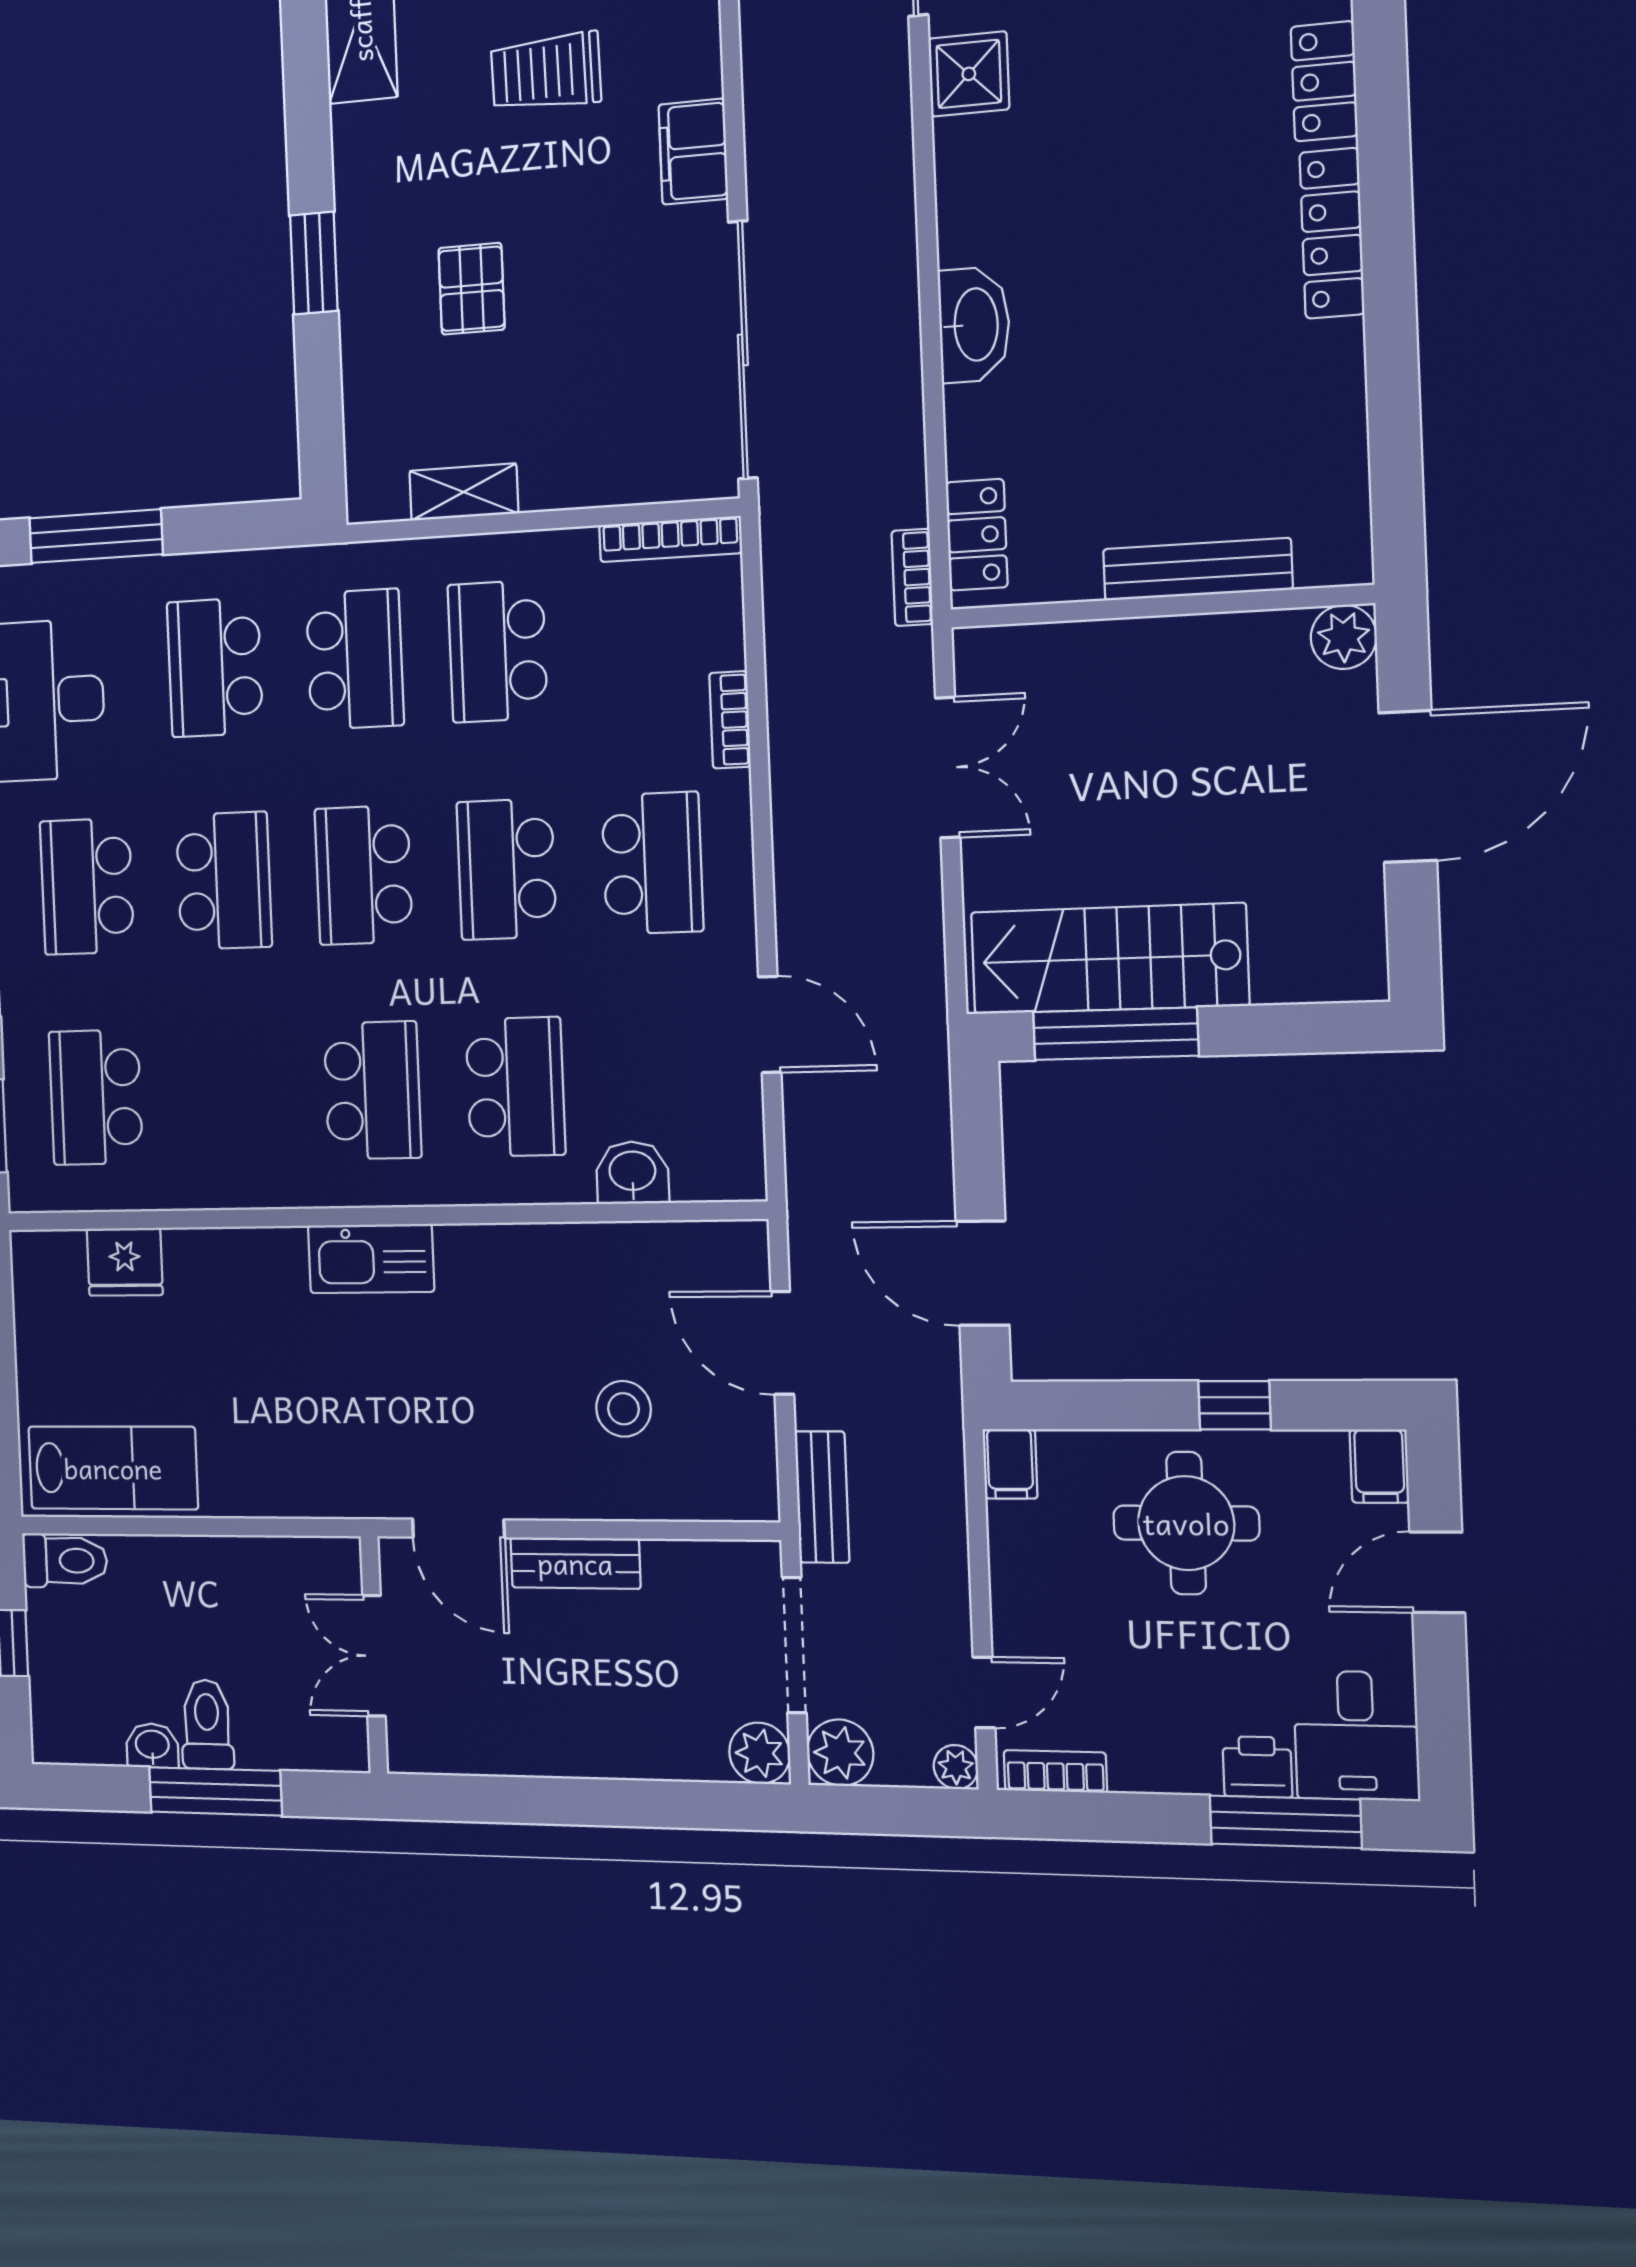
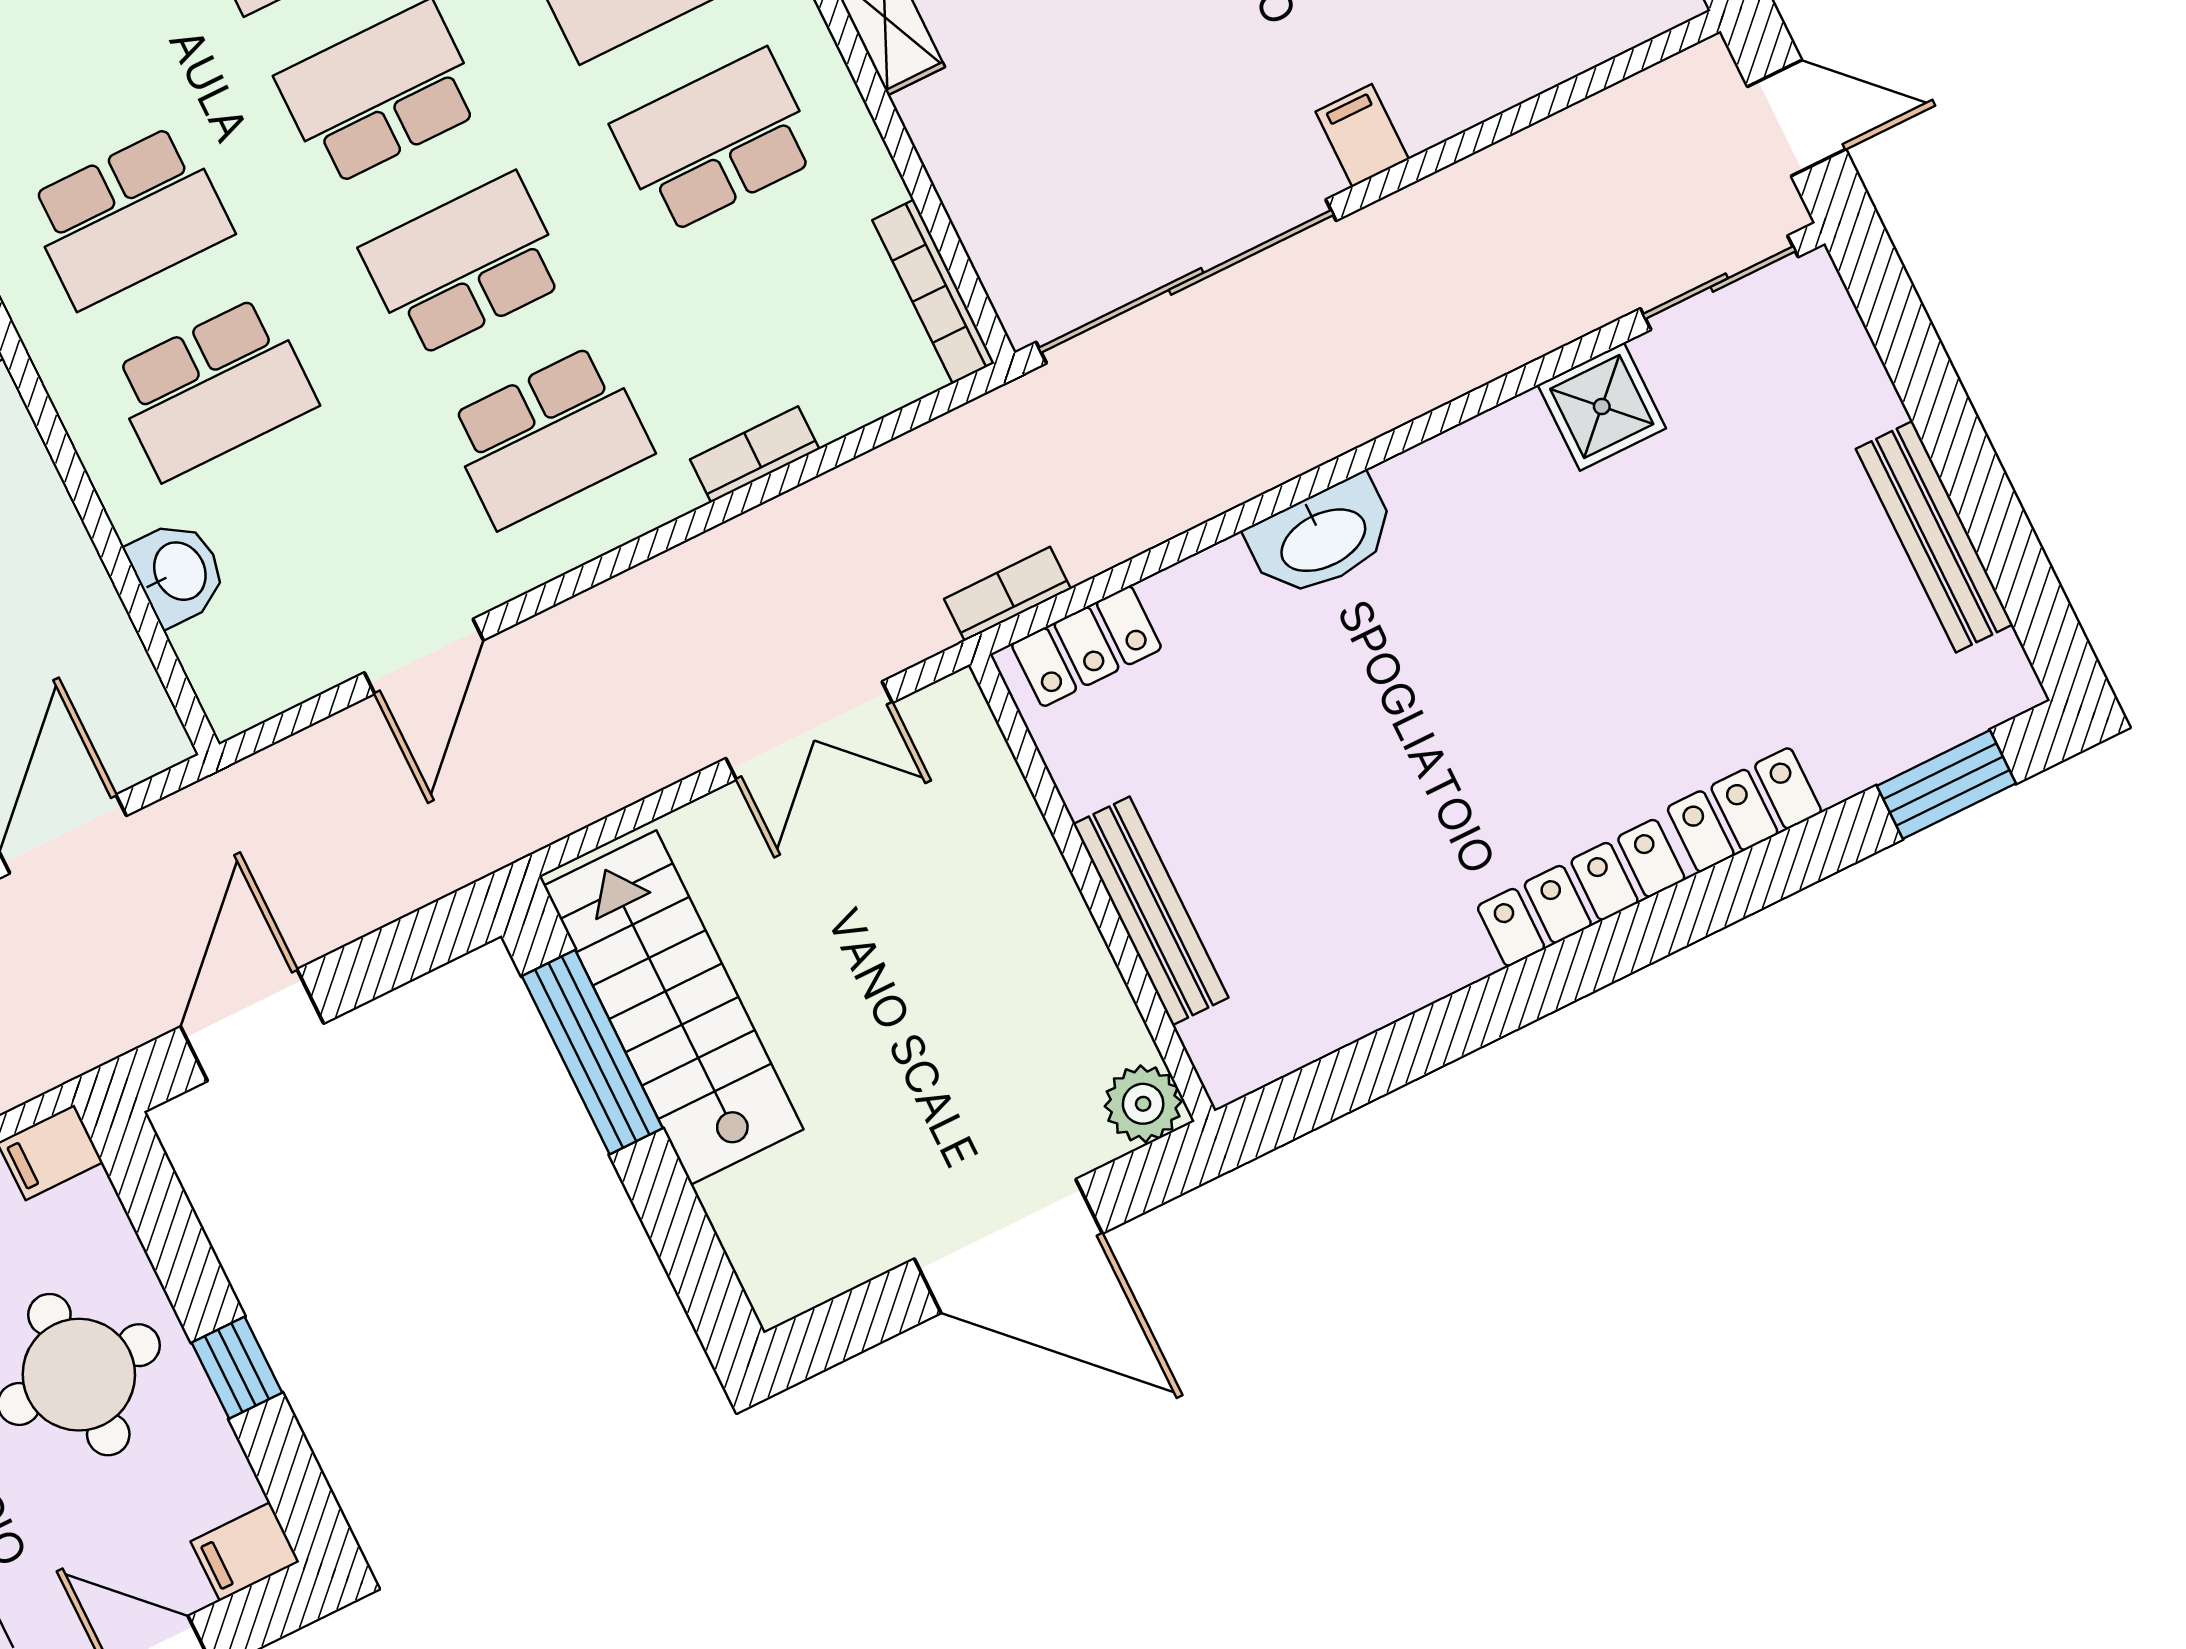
filing cabinet: (693, 152) -> (1362, 136), width x0.50

